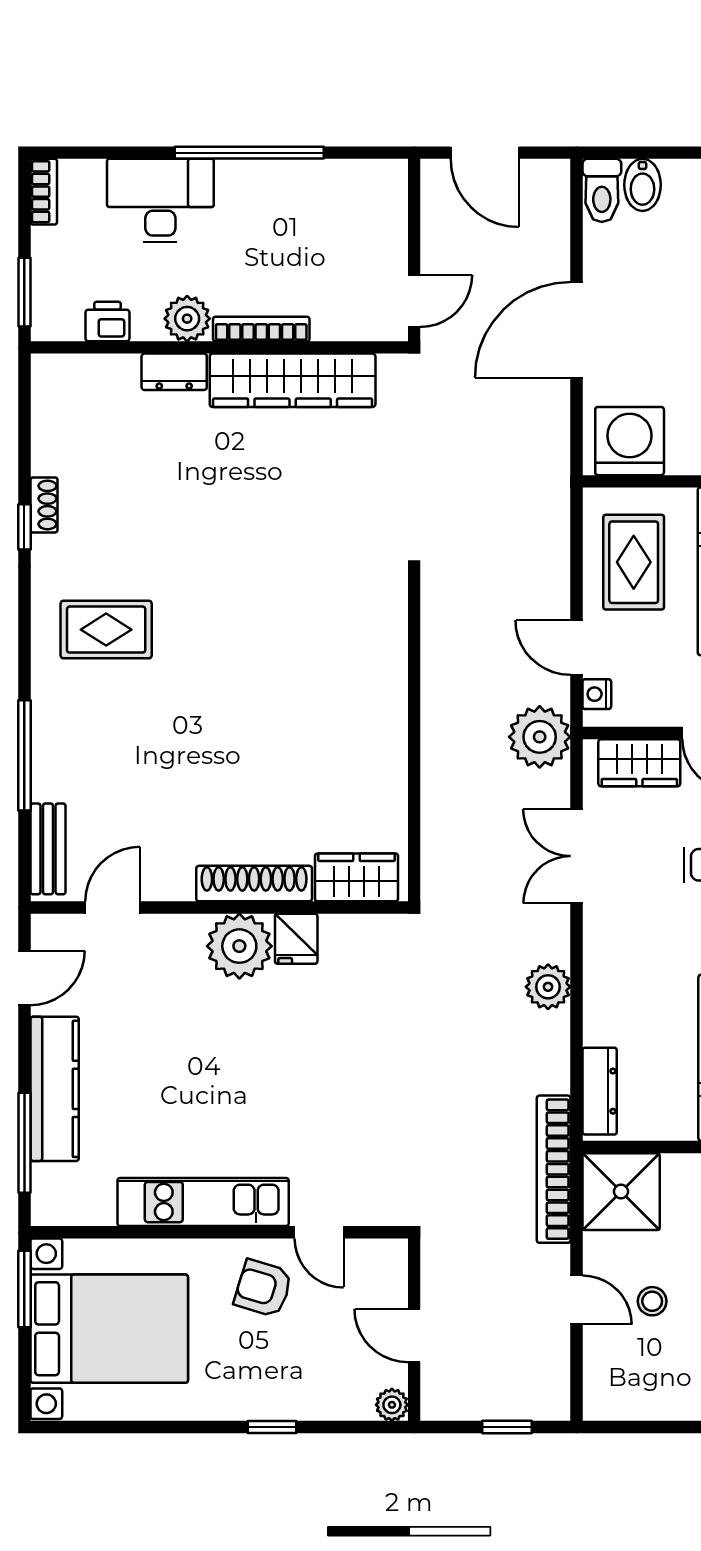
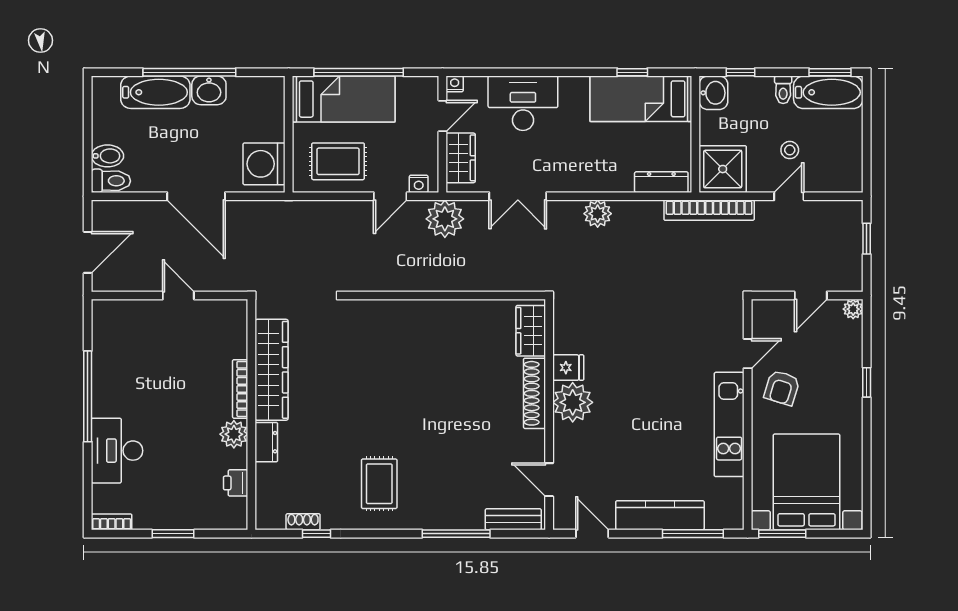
plant: (187, 319) -> (234, 434), moved
printer: (107, 322) -> (236, 483), moved
bookcase: (261, 329) -> (240, 389), moved
wall: (219, 347) -> (251, 415), moved
dresser: (174, 372) -> (266, 442), moved
wardrobe: (293, 380) -> (272, 370), moved

